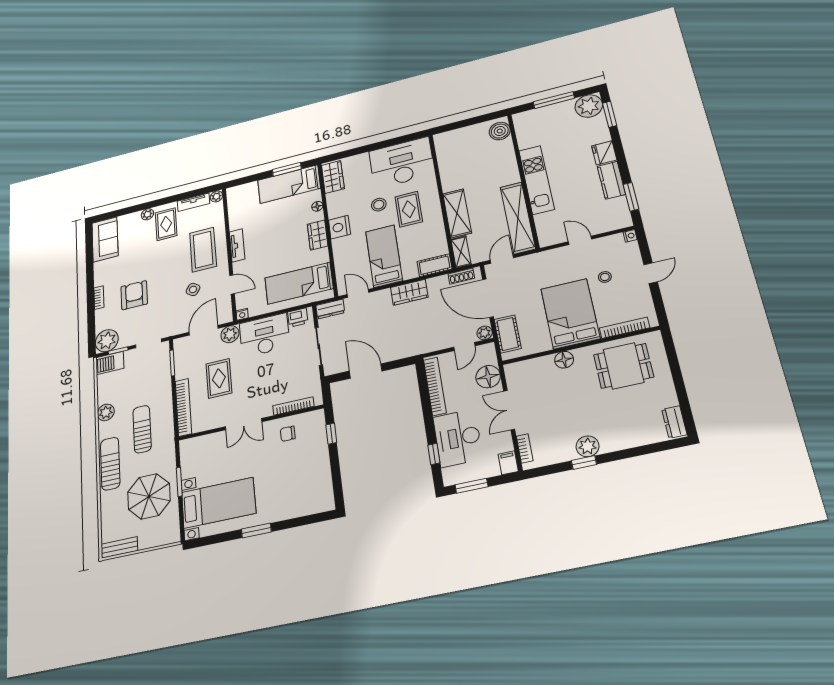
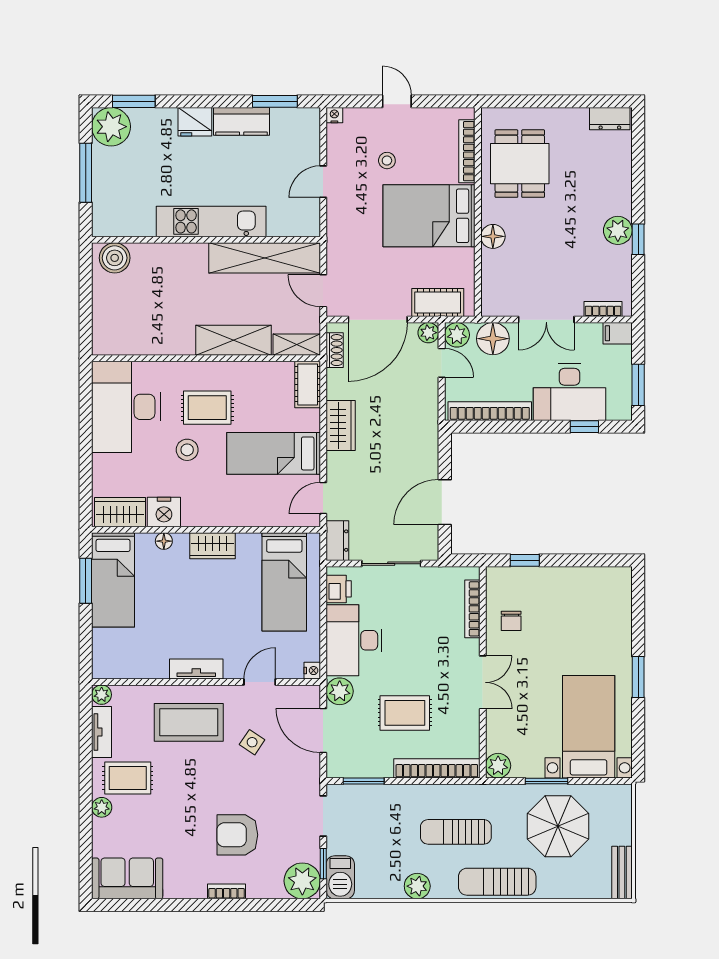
nightstand: (339, 227) -> (164, 512), moved
plant: (486, 352) -> (457, 335), added
plant: (188, 447) -> (498, 766), added

